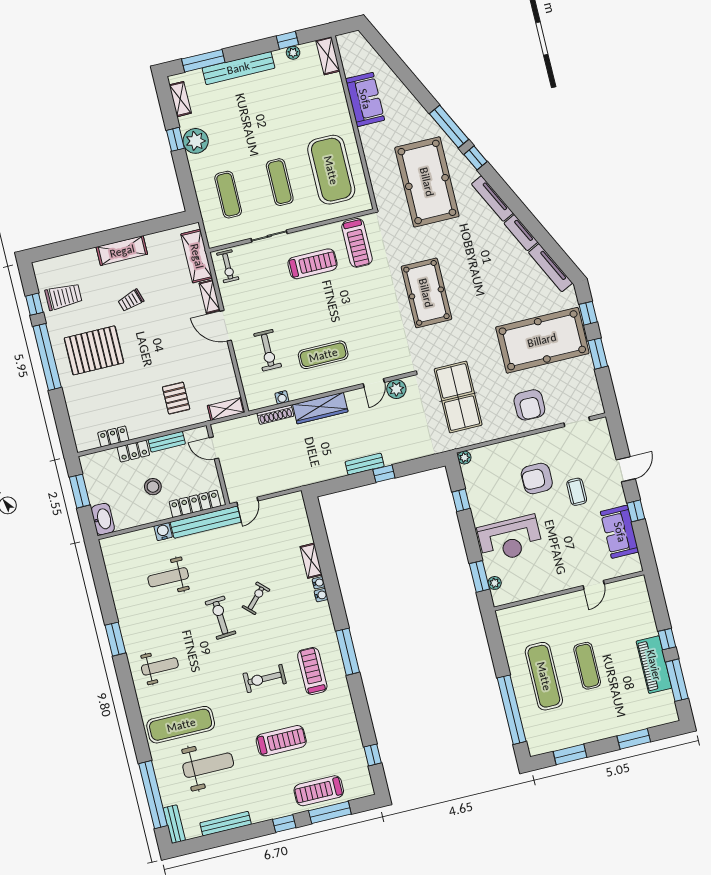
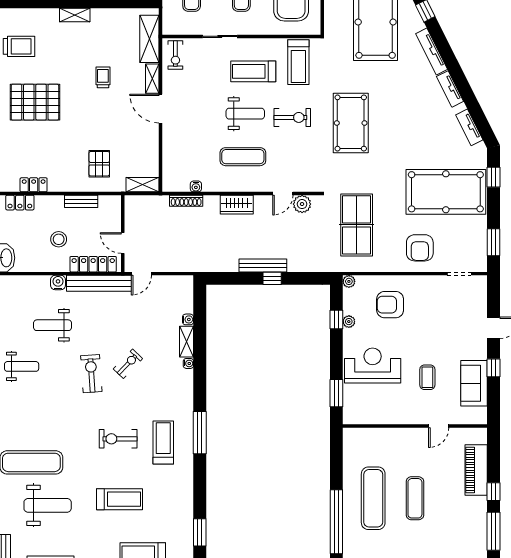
shelving: (122, 251) -> (75, 15), width x0.67, depth x0.75
treadmill: (312, 264) -> (253, 71), turned 180
tv unit: (550, 268) -> (469, 127), width x0.71
trolley: (131, 300) -> (103, 77), moved, turned 107
weight bench: (315, 310) -> (245, 114), added
exercise bike: (268, 350) -> (292, 117), moved, turned -90
window: (598, 354) -> (493, 242), moved
wardrobe: (320, 408) -> (237, 205), width x0.67
door: (214, 448) -> (123, 243), moved
locker: (133, 451) -> (20, 203), moved
bench: (365, 464) -> (263, 265), width x1.36
armchair: (537, 479) -> (390, 305), moved
coffee table: (577, 492) -> (427, 377), moved
reception desk: (510, 539) -> (373, 366), turned 180
plant: (495, 583) -> (349, 322), moved
water cooler: (321, 595) -> (188, 319), moved
piano: (654, 665) -> (476, 470), moved
weight bench: (160, 666) -> (22, 366), moved
window: (373, 755) -> (200, 532), width x1.50

